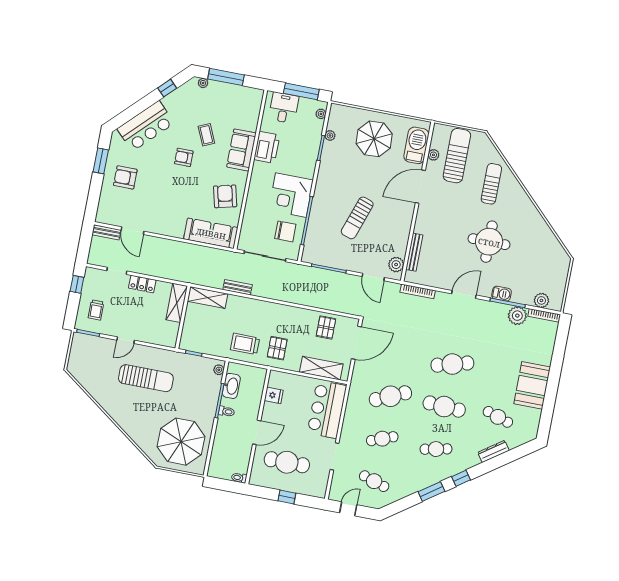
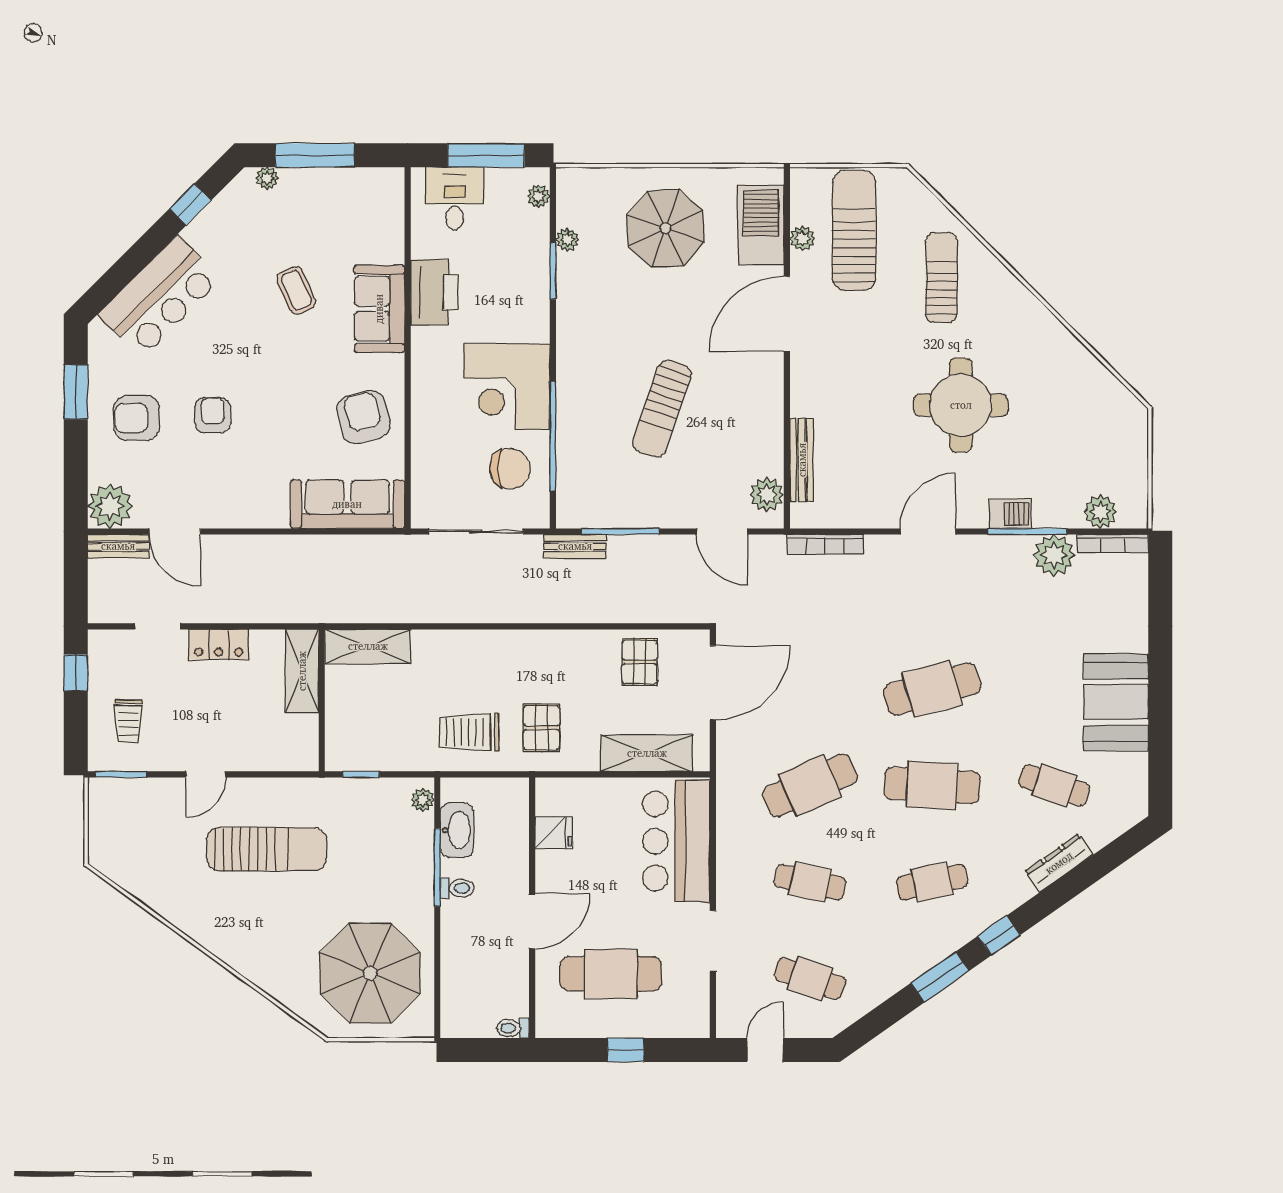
armchair: (184, 157) -> (213, 415), moved, turned 90
plant: (106, 214) -> (110, 506), added
bench: (238, 287) -> (575, 546), moved
cafe table: (382, 439) -> (810, 882), turned 33

